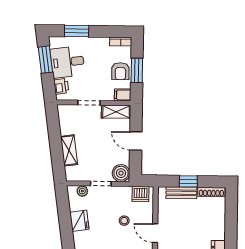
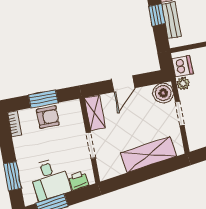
filing cabinet: (123, 95) -> (74, 109), removed
shelving: (69, 150) -> (148, 155), width x1.50, depth x1.33
plant: (82, 191) -> (183, 83), moved

